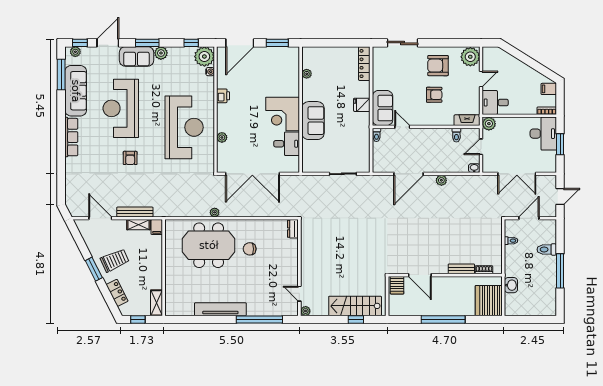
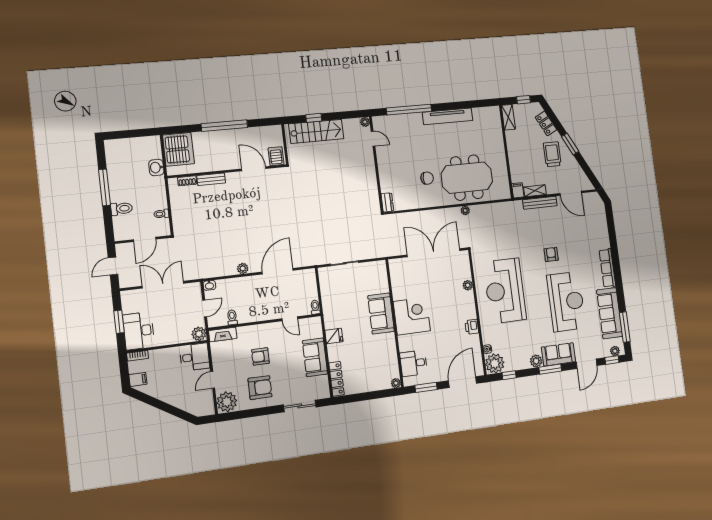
plant: (307, 74) -> (396, 383), moved
sofa: (383, 108) -> (315, 357), moved
desk: (287, 144) -> (414, 363), moved
trolley: (115, 260) -> (552, 154), turned 114

